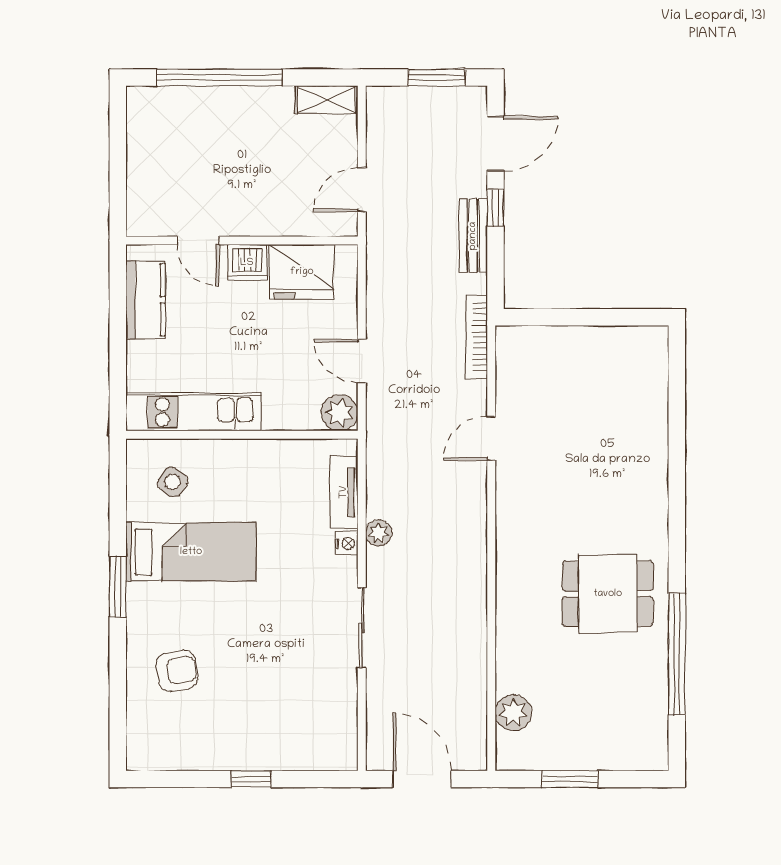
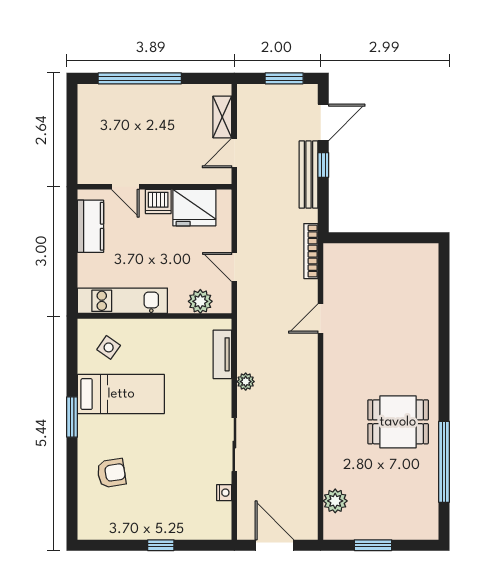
shelving: (326, 100) -> (222, 117), moved, turned 90
bench: (473, 236) -> (309, 175), width x1.36
plant: (340, 413) -> (200, 301), moved
nightstand: (346, 543) -> (224, 493), moved

